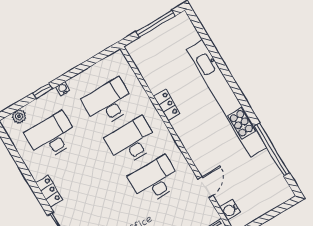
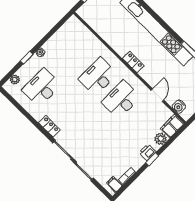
desk: (109, 103) -> (75, 54), removed
locker: (167, 105) -> (133, 62), moved

